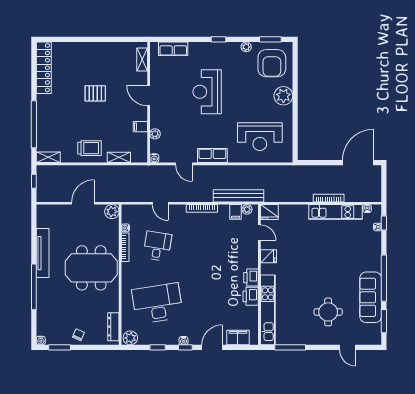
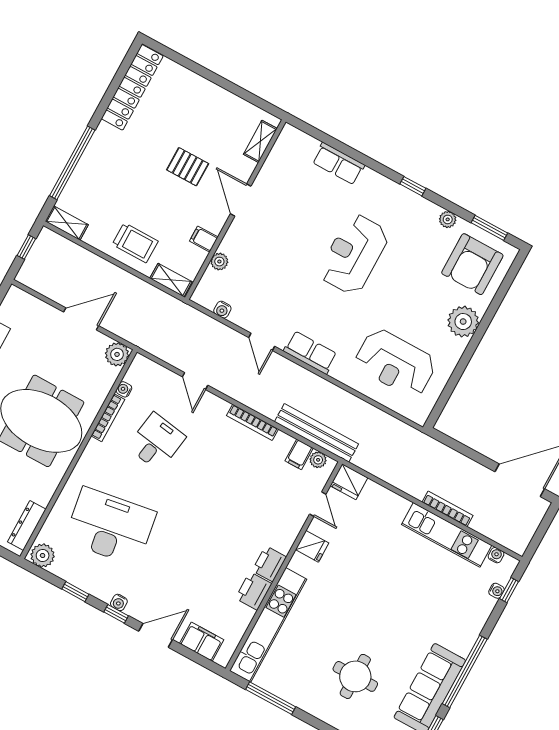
shelving: (142, 59) -> (260, 141), moved
door: (149, 96) -> (241, 200), moved
wall: (149, 102) -> (235, 210), moved
filing cabinet: (140, 127) -> (204, 239), moved
plant: (155, 134) -> (219, 262), moved

